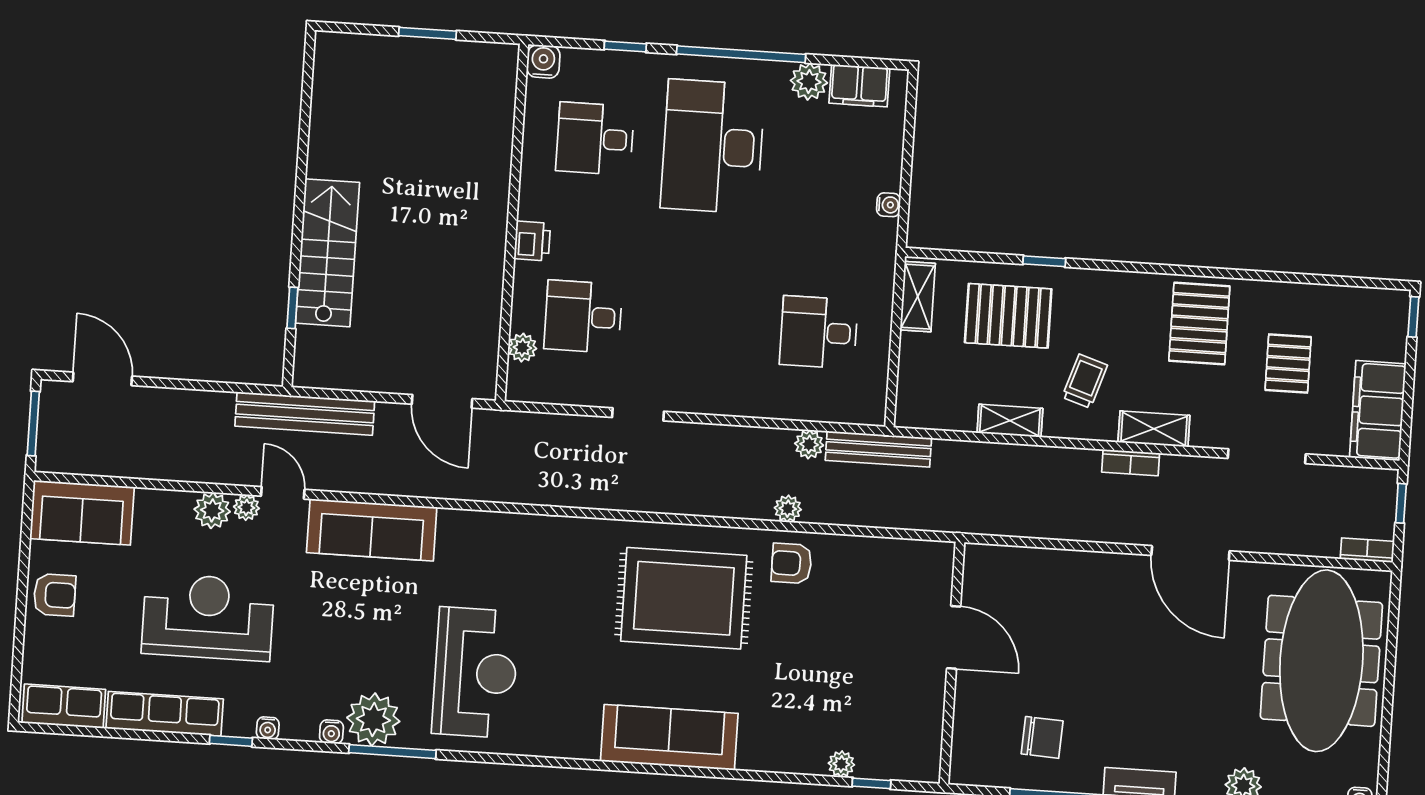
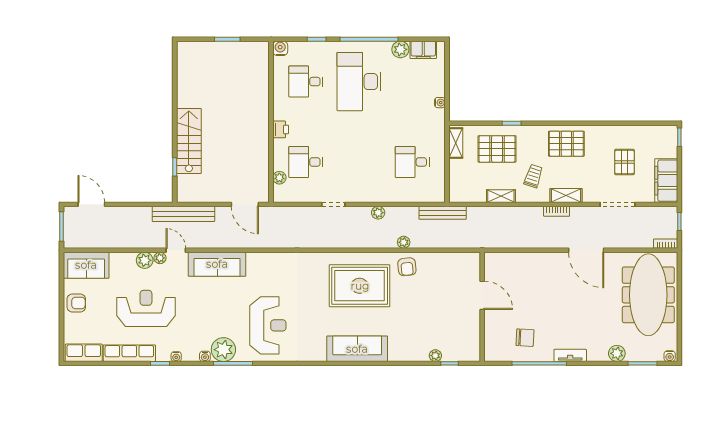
pallet: (1199, 323) -> (566, 144), moved, turned 90
plant: (809, 444) -> (378, 213), moved
armchair: (791, 563) -> (407, 267), turned -96

